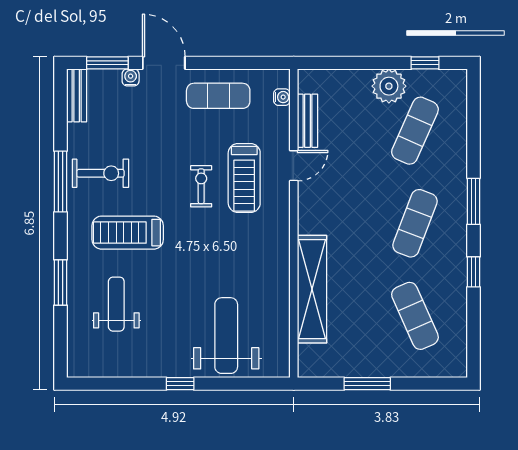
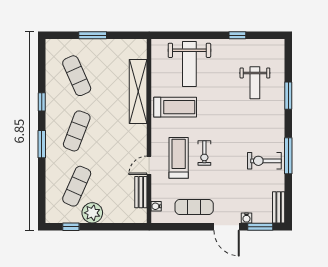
treadmill: (128, 233) -> (175, 107), moved
window: (180, 384) -> (237, 35), moved
window: (367, 384) -> (93, 35), moved

